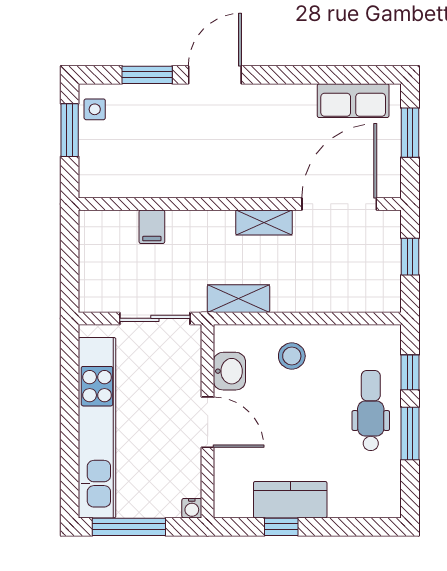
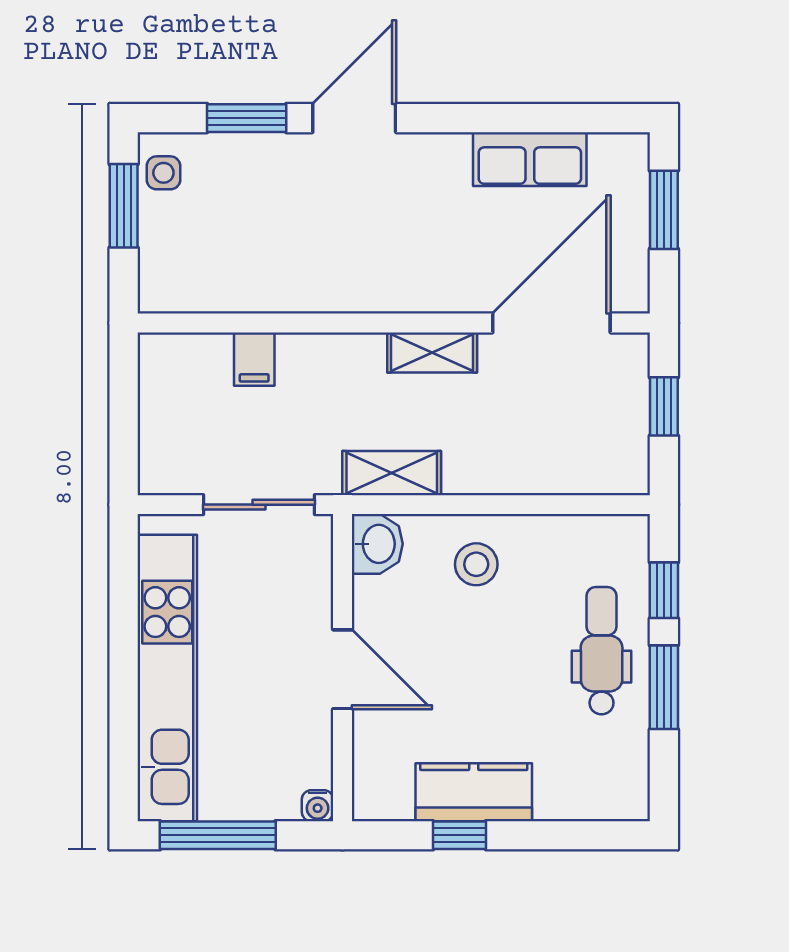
row of seats: (353, 101) -> (530, 159), moved
washbasin: (229, 371) -> (377, 544), moved

